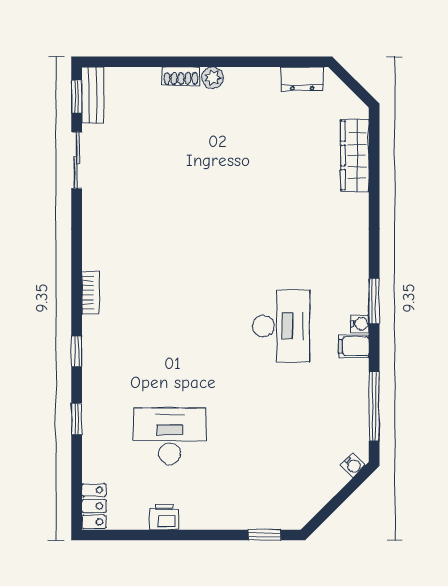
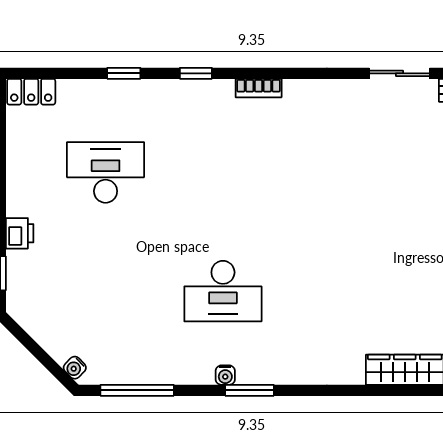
filing cabinet: (354, 346) -> (201, 369), removed
desk: (170, 436) -> (106, 172), turned -90
printer: (164, 517) -> (20, 233), moved

